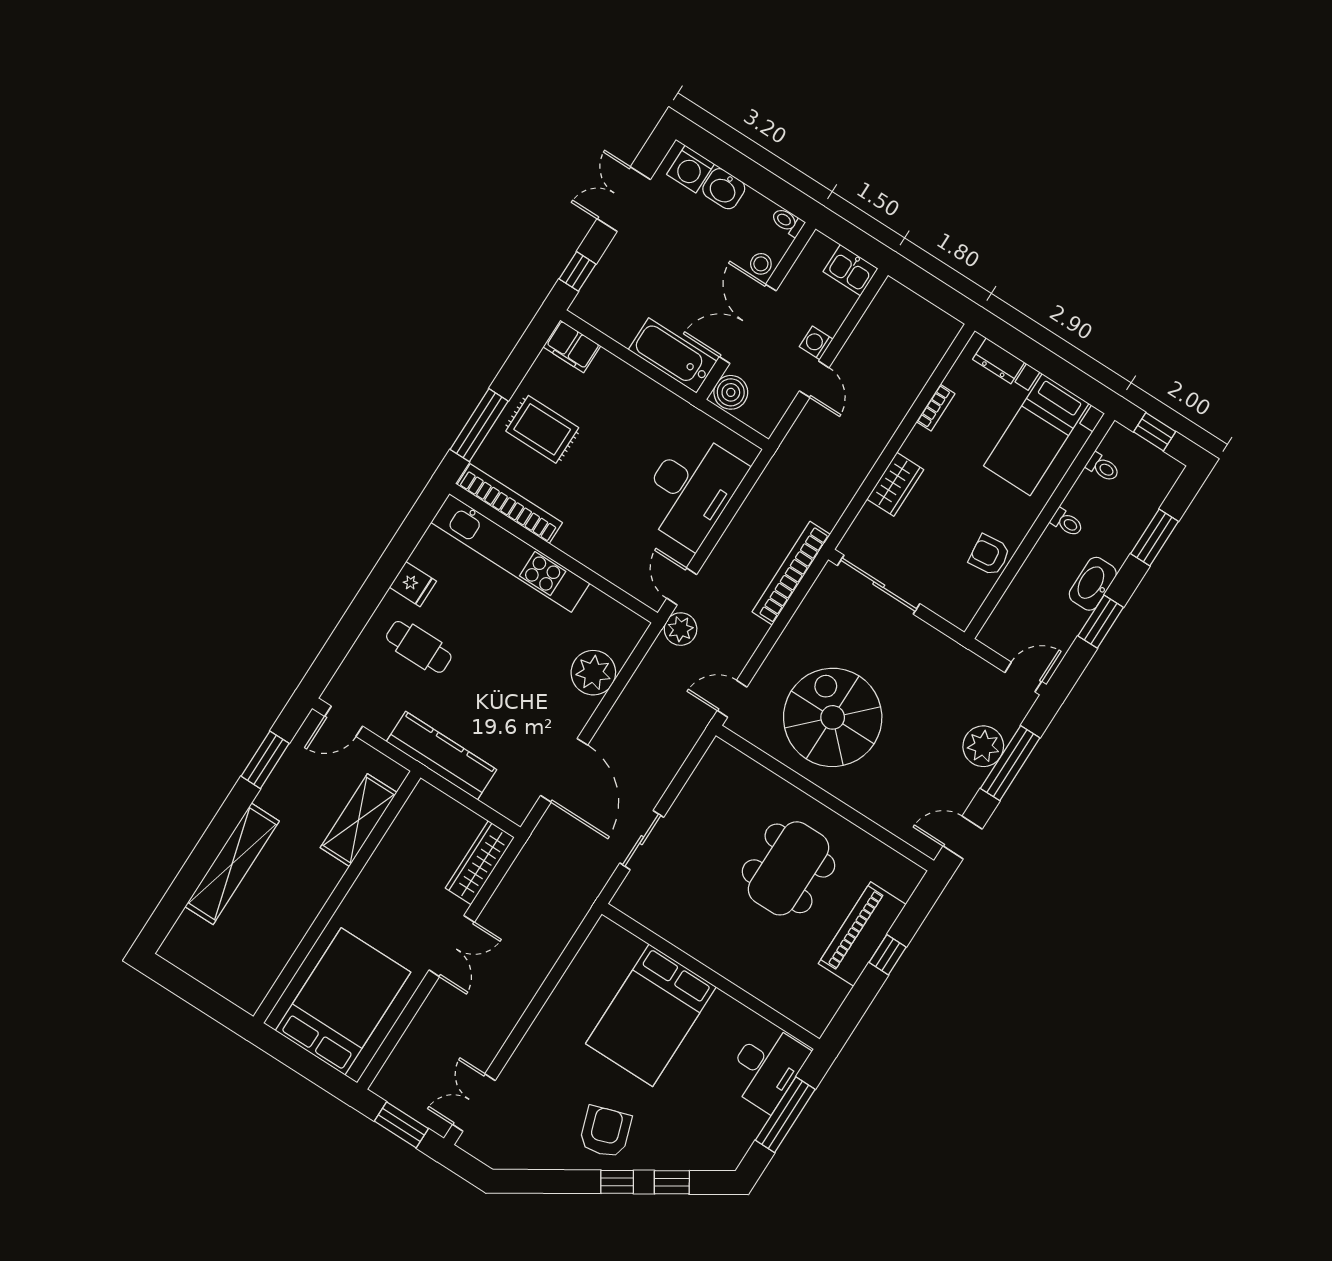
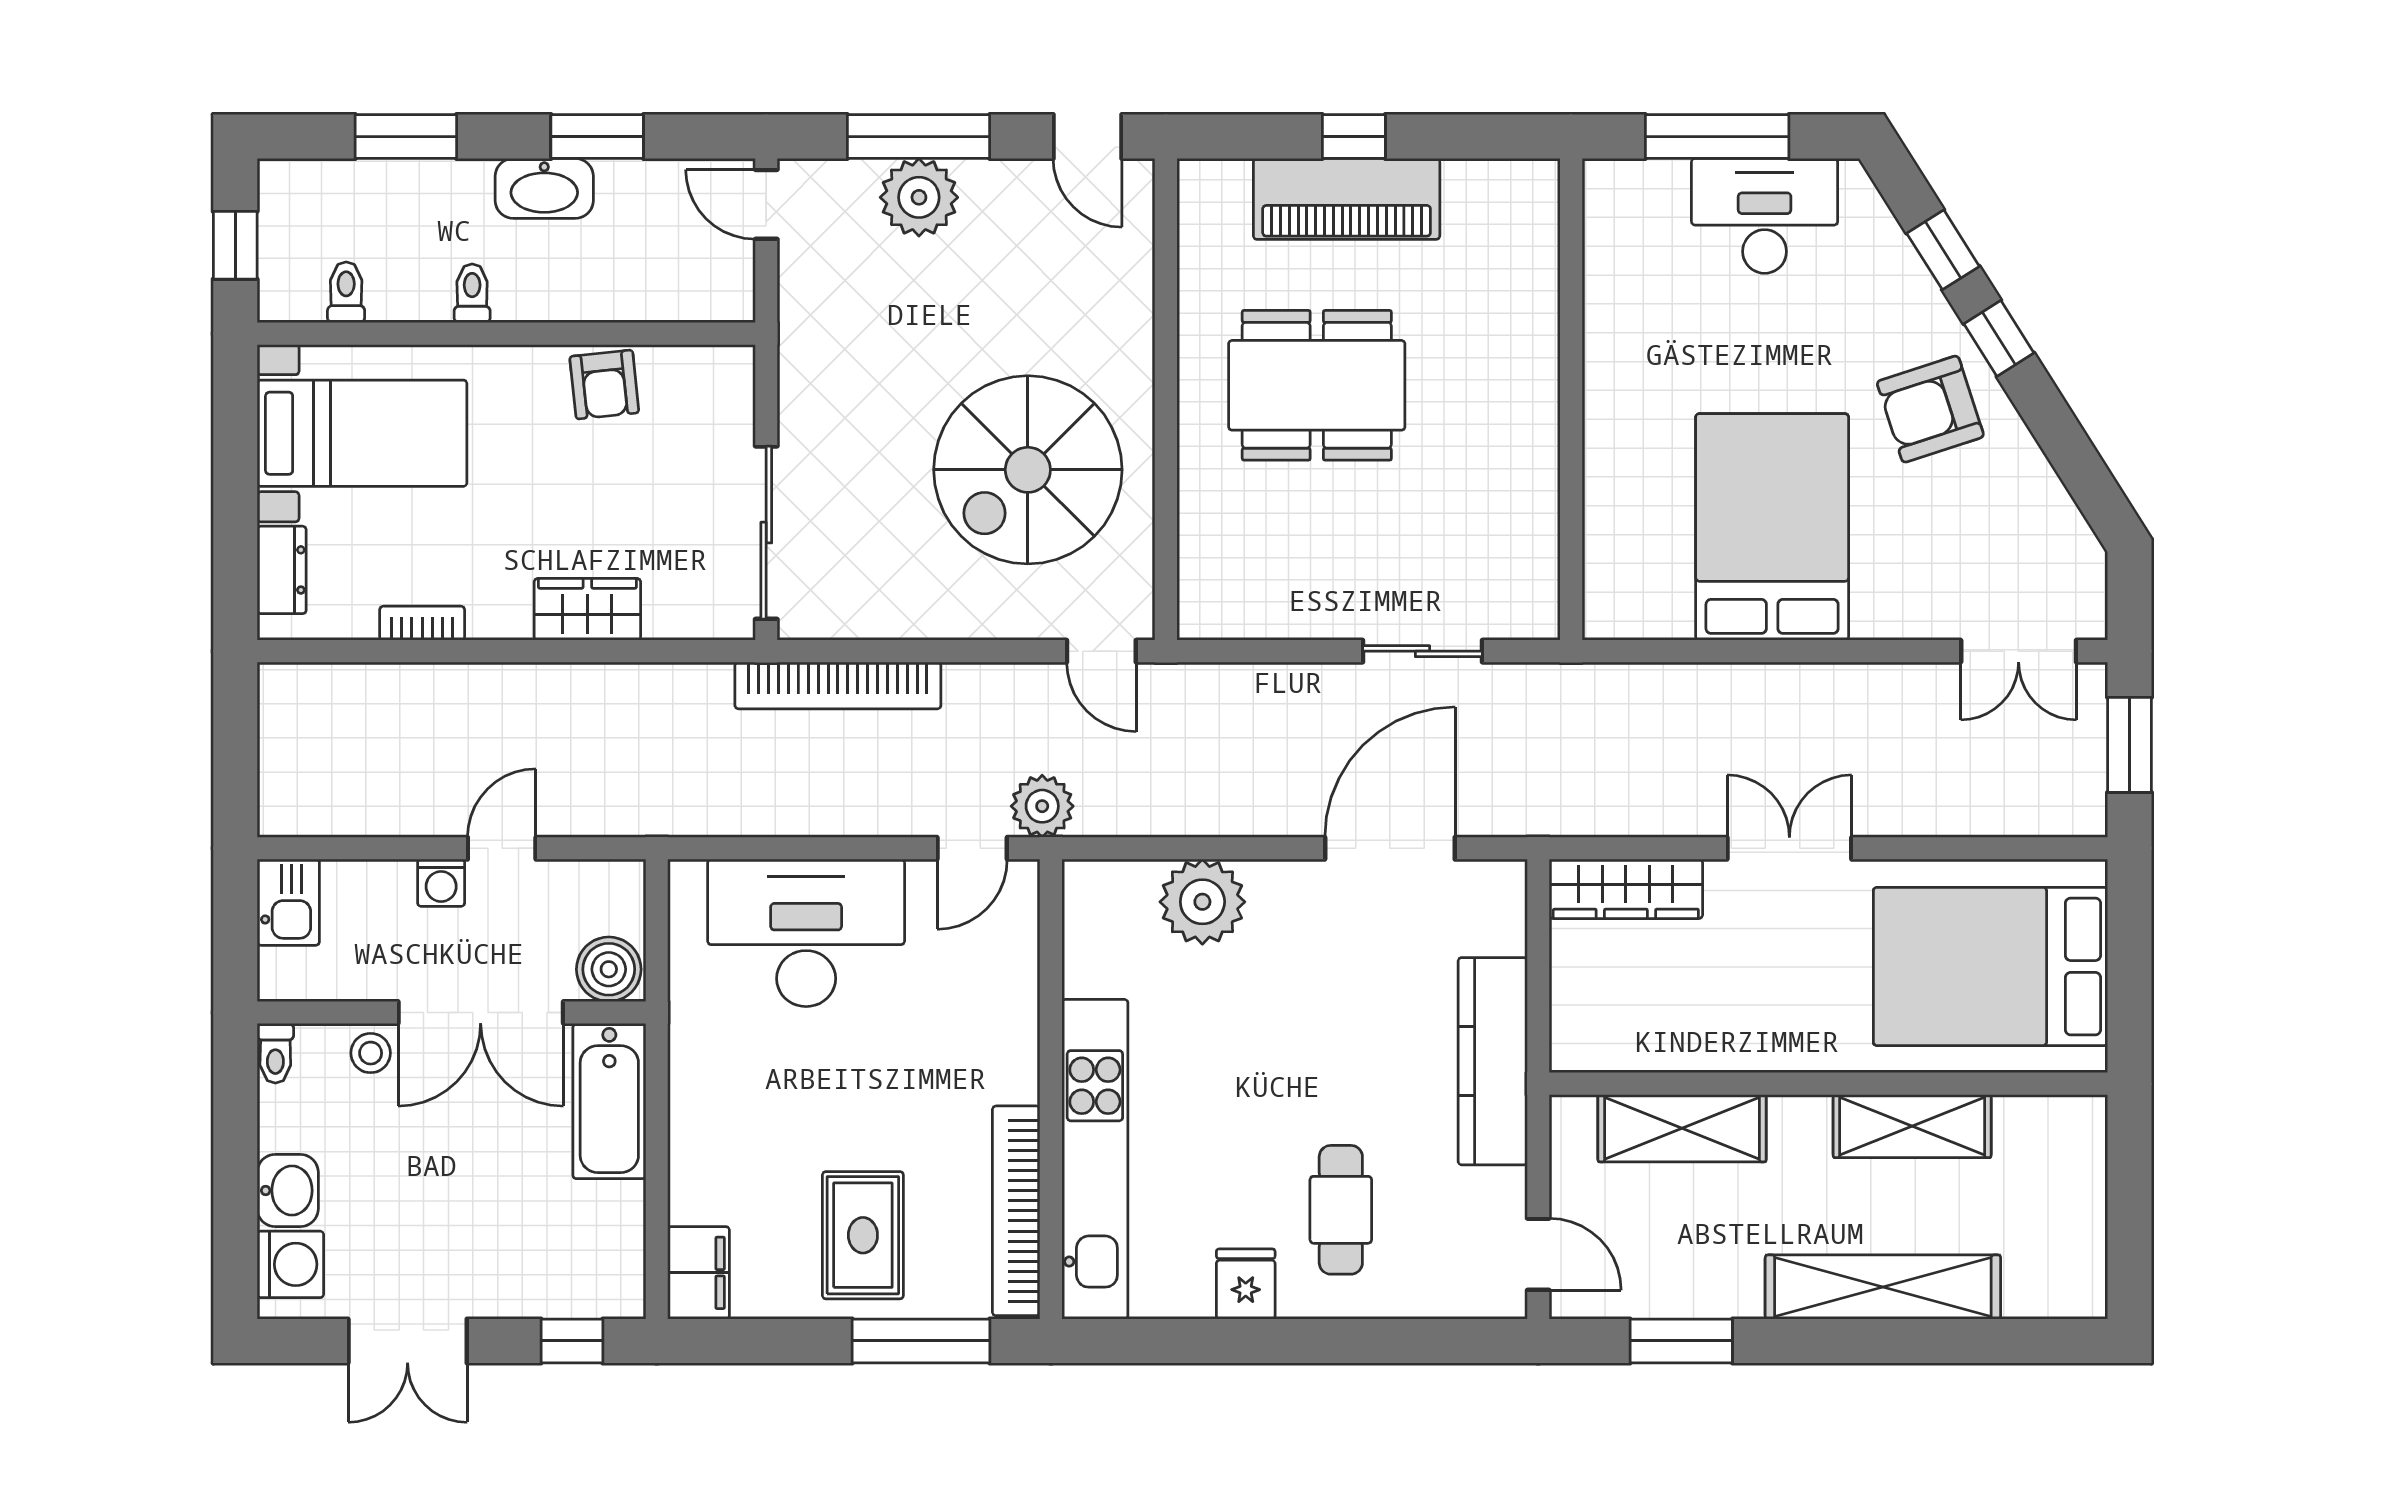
shelving: (295, 922) -> (1912, 1126), added
bed: (651, 1015) -> (1772, 527), moved, turned -90
desk: (767, 1067) -> (1765, 216), moved

